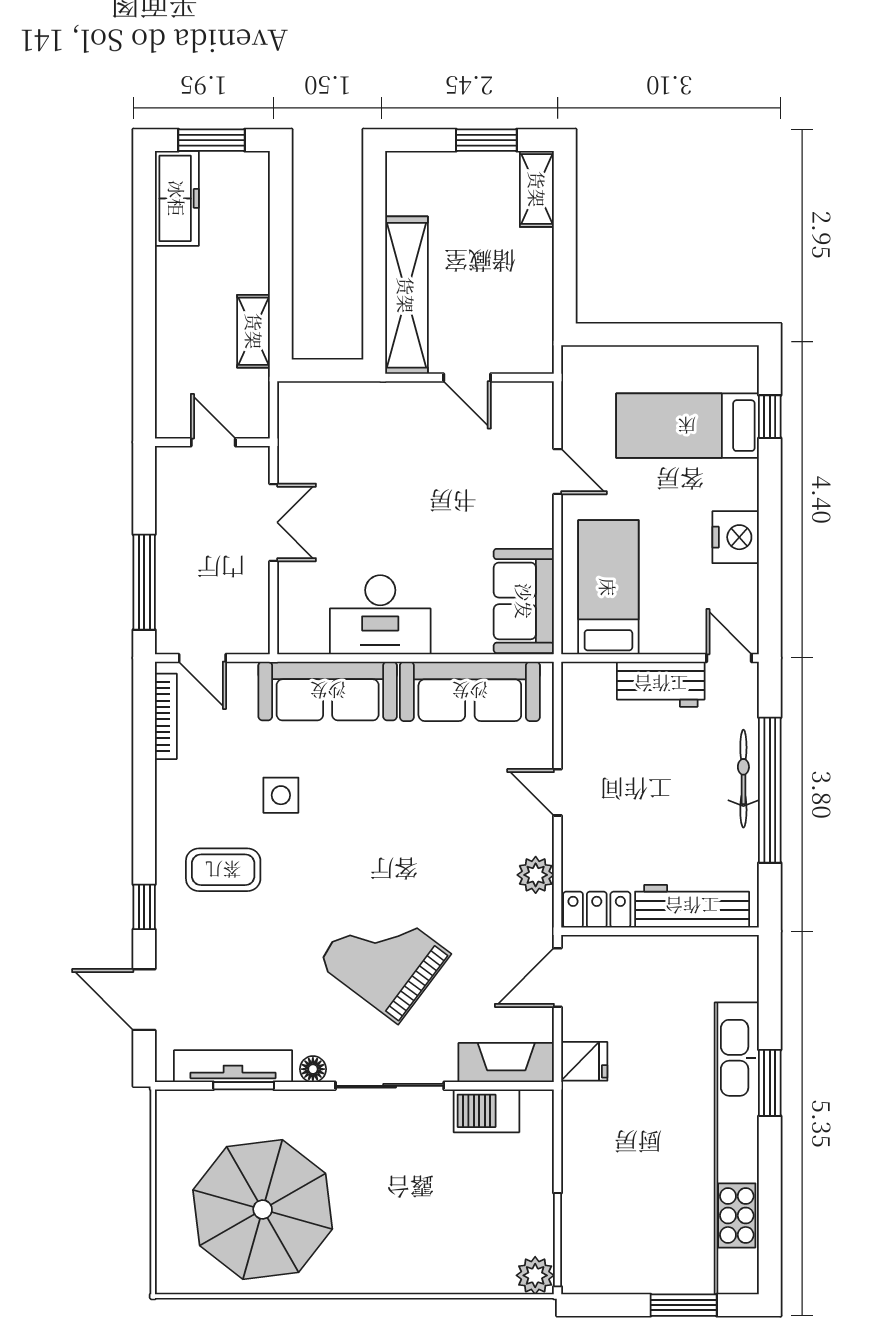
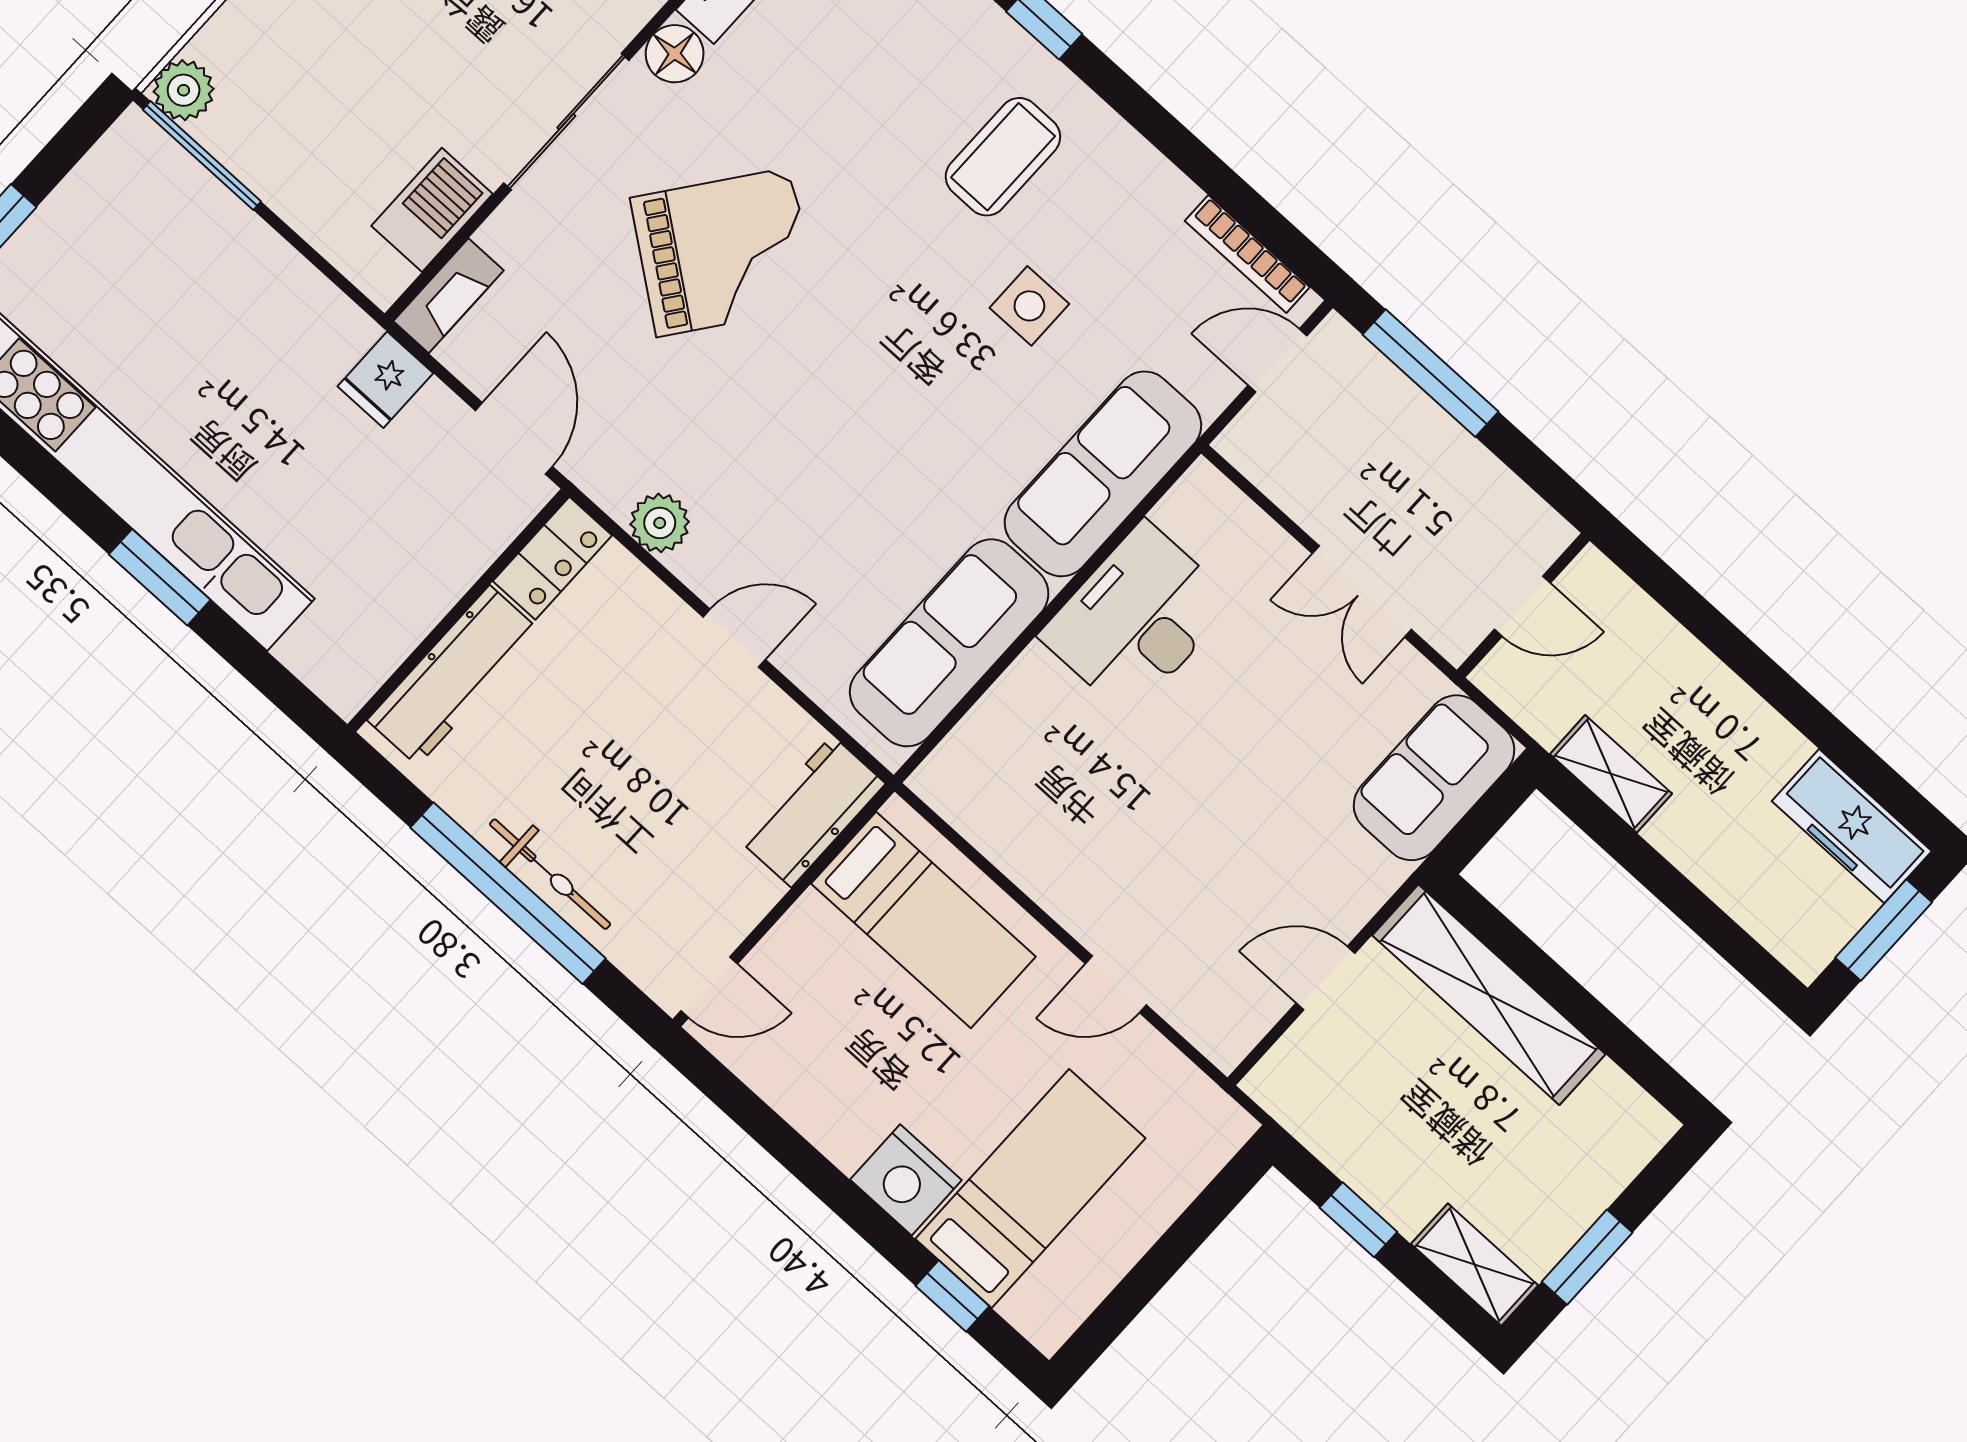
window: (565, 261) -> (1358, 1220), added
nightstand: (736, 537) -> (906, 1180), moved
sofa: (524, 601) -> (1434, 778), moved, turned -90
workbench: (661, 684) -> (812, 811), moved
fireplace: (506, 1063) -> (449, 296), width x0.73, depth x0.76
floor lamp: (313, 1069) -> (675, 54), width x1.37, depth x1.37

